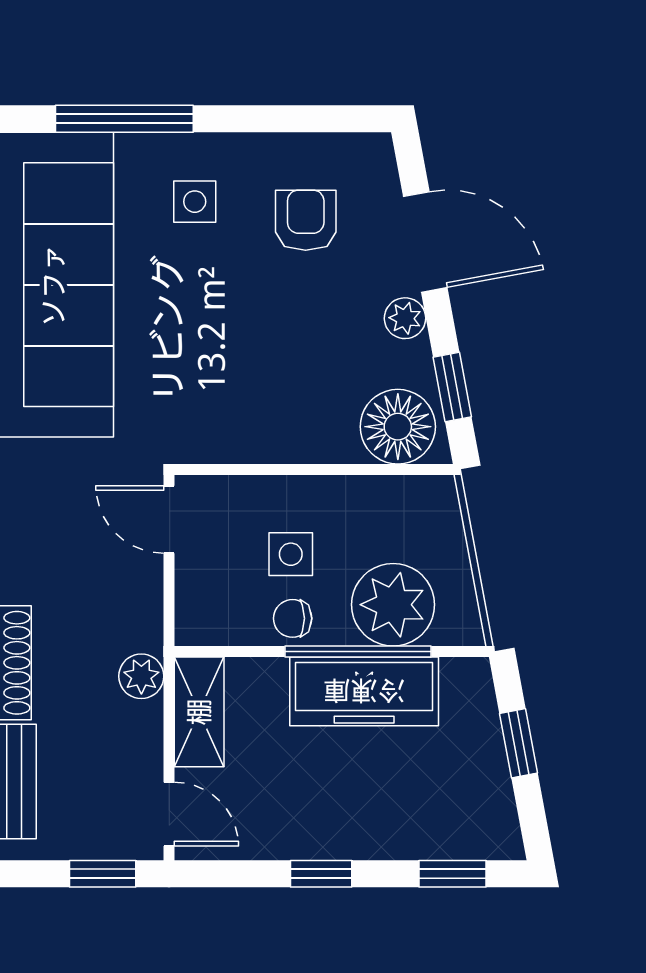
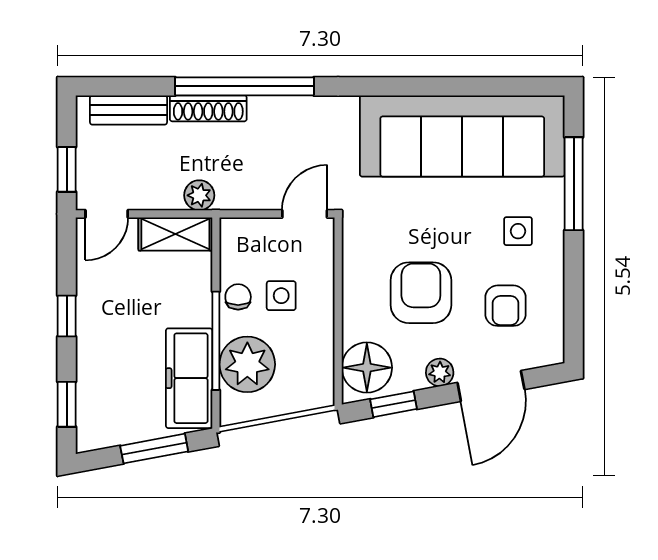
armchair: (306, 220) -> (506, 306), turned 90
armchair: (286, 346) -> (421, 293), added
freezer: (364, 691) -> (189, 378), moved
window: (519, 743) -> (154, 449), width x1.50

